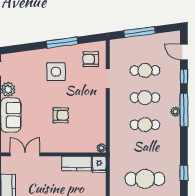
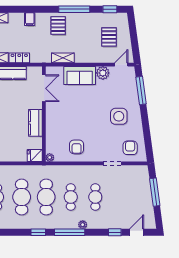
window: (62, 42) -> (141, 90), moved
cafe table: (145, 71) -> (46, 197), moved, width x1.37, depth x1.35
window: (184, 110) -> (70, 232), moved
armchair: (61, 115) -> (77, 147), moved
kitchen counter: (77, 164) -> (35, 123), moved
window: (184, 173) -> (38, 232), moved

